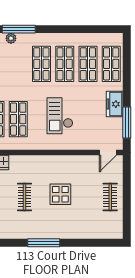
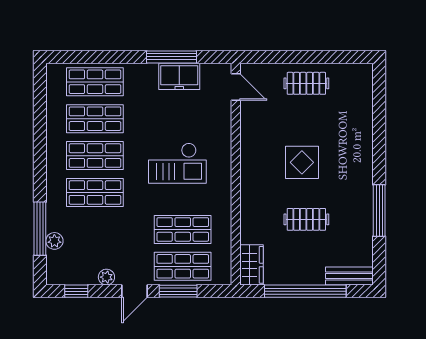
freezer: (115, 104) -> (179, 76), moved
window: (127, 123) -> (172, 57), moved
window: (44, 243) -> (379, 211), moved

